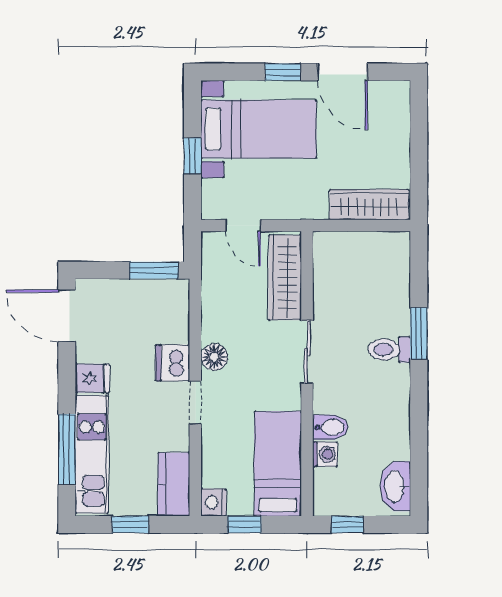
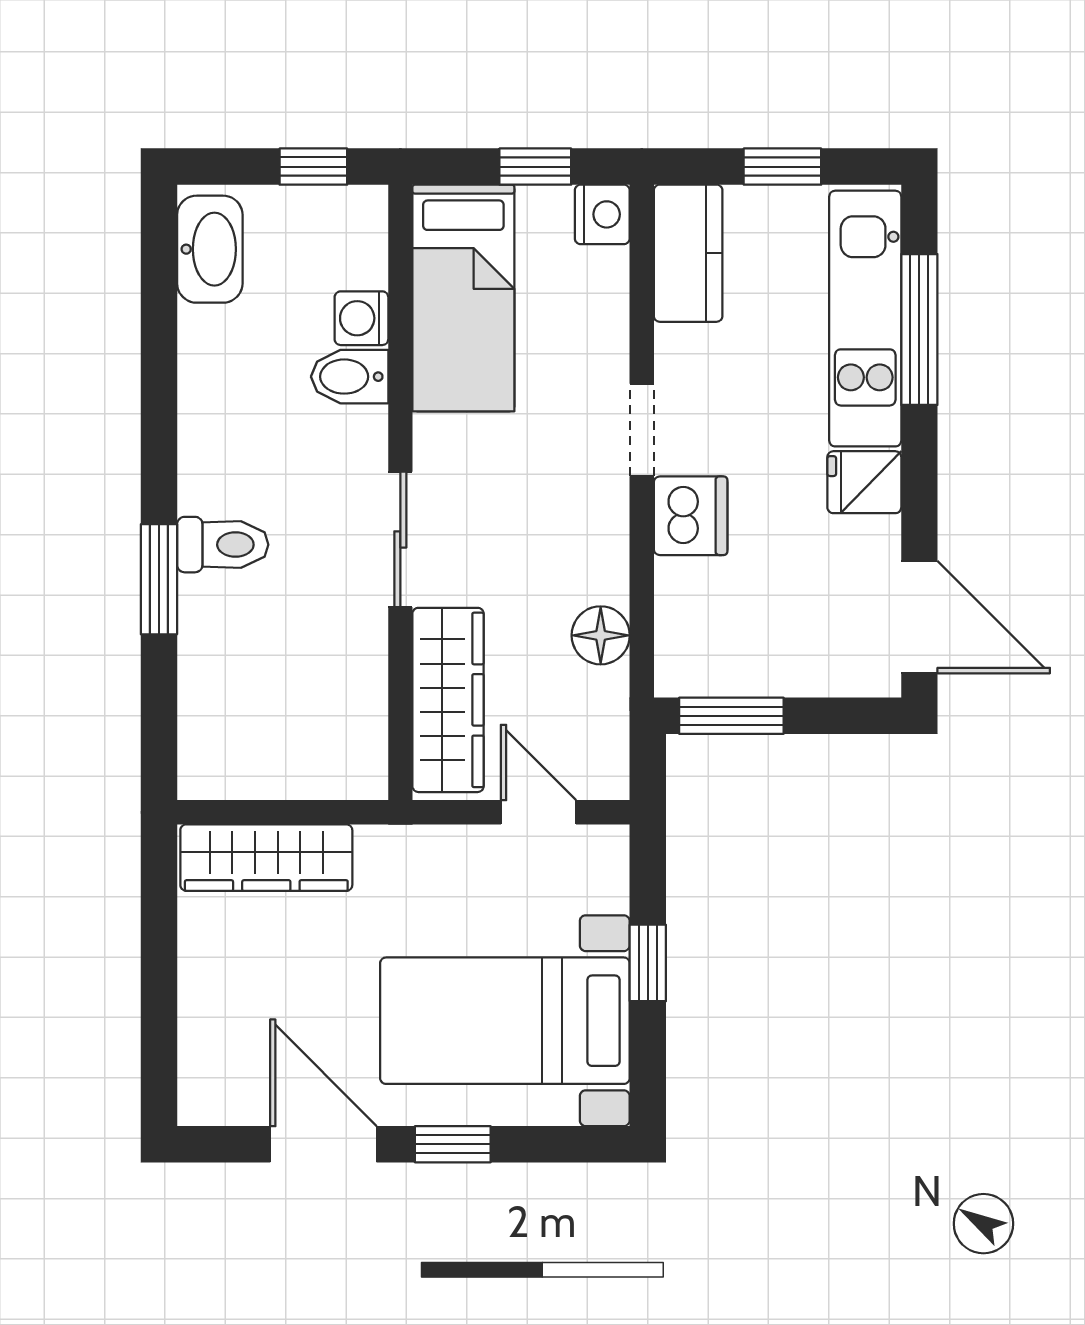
floor lamp: (214, 357) -> (601, 635), moved

